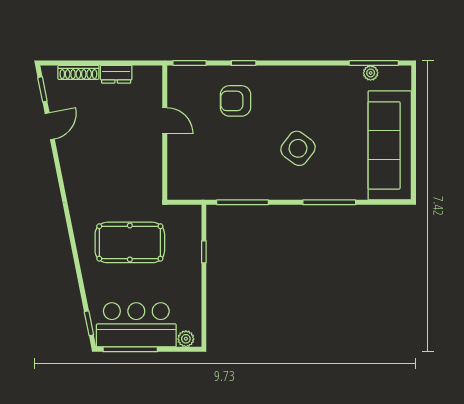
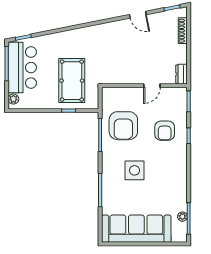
dresser: (116, 74) -> (182, 74), moved
armchair: (236, 101) -> (165, 131), turned 180
door: (50, 126) -> (138, 15), moved
side table: (298, 148) -> (134, 170), turned -37
armchair: (228, 166) -> (123, 126), added
pool table: (130, 242) -> (72, 81), moved

